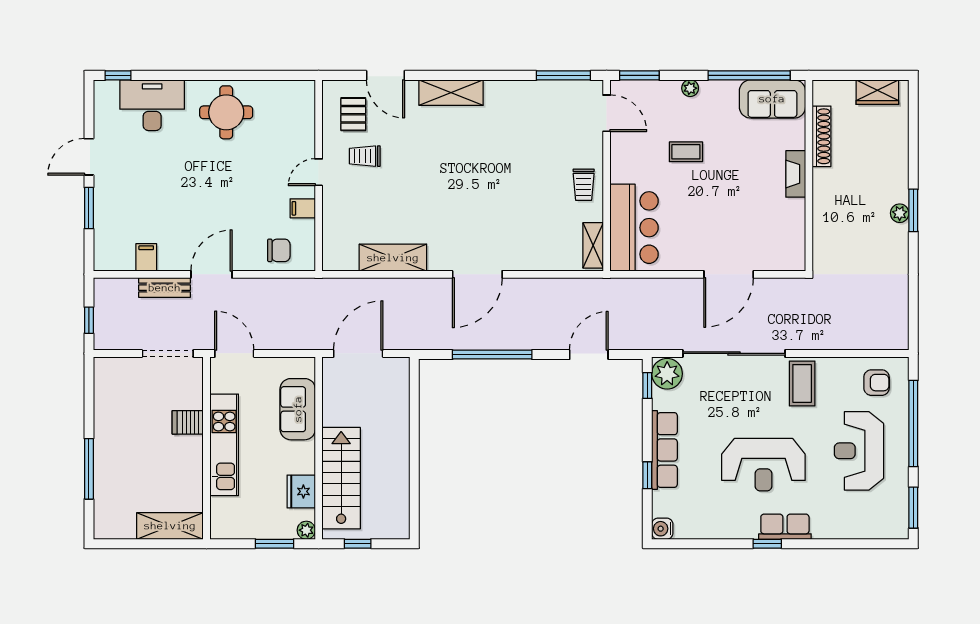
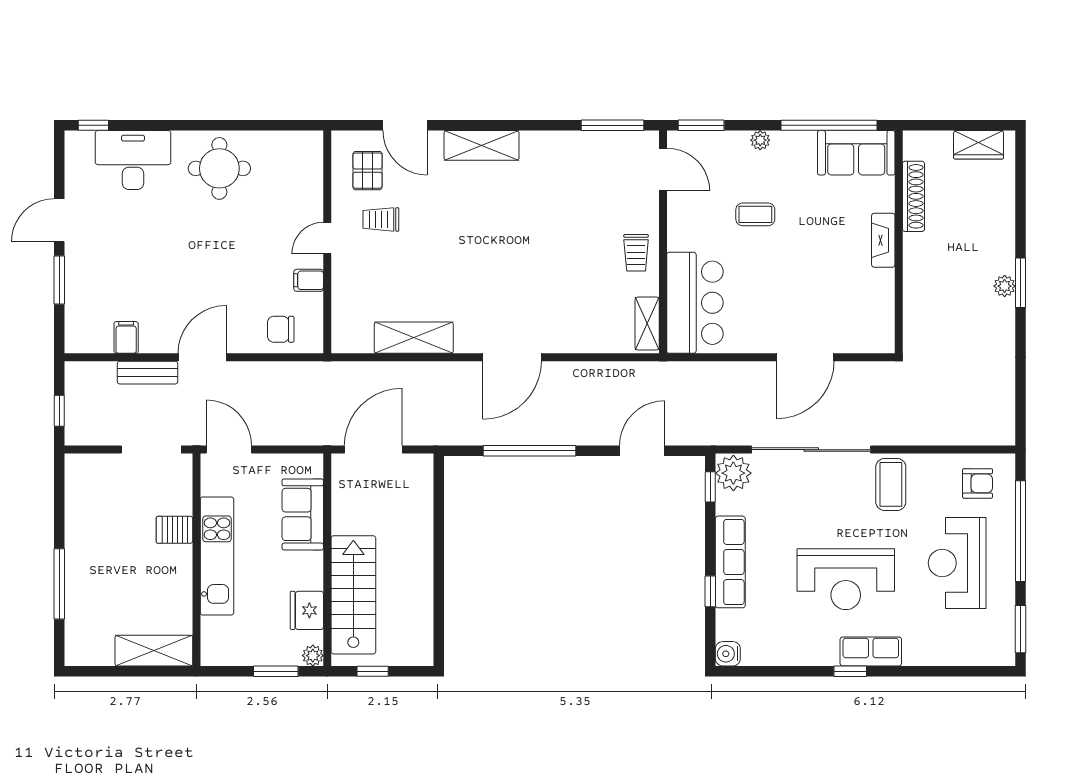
chair: (279, 250) -> (281, 329), turned 180

